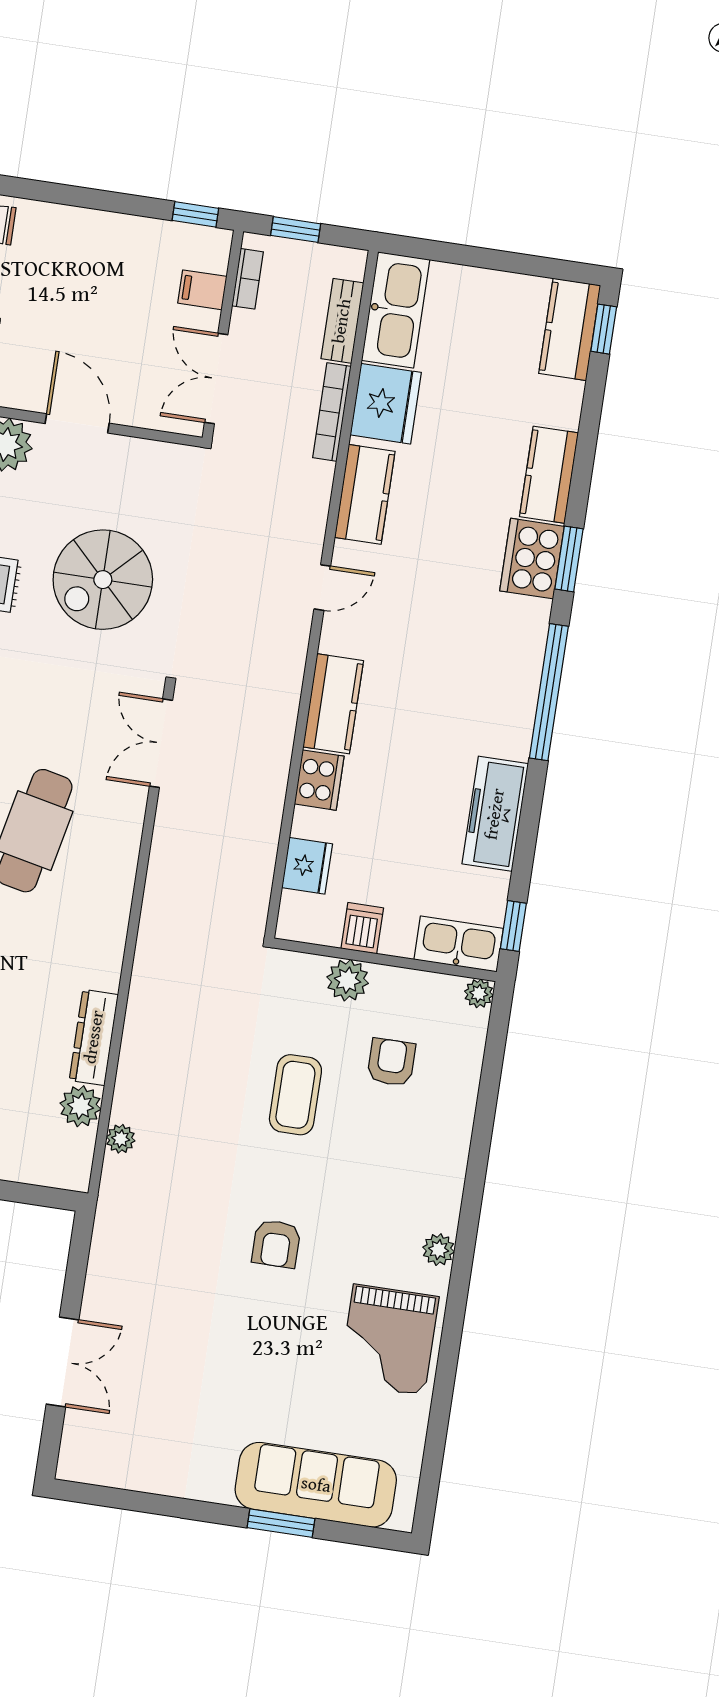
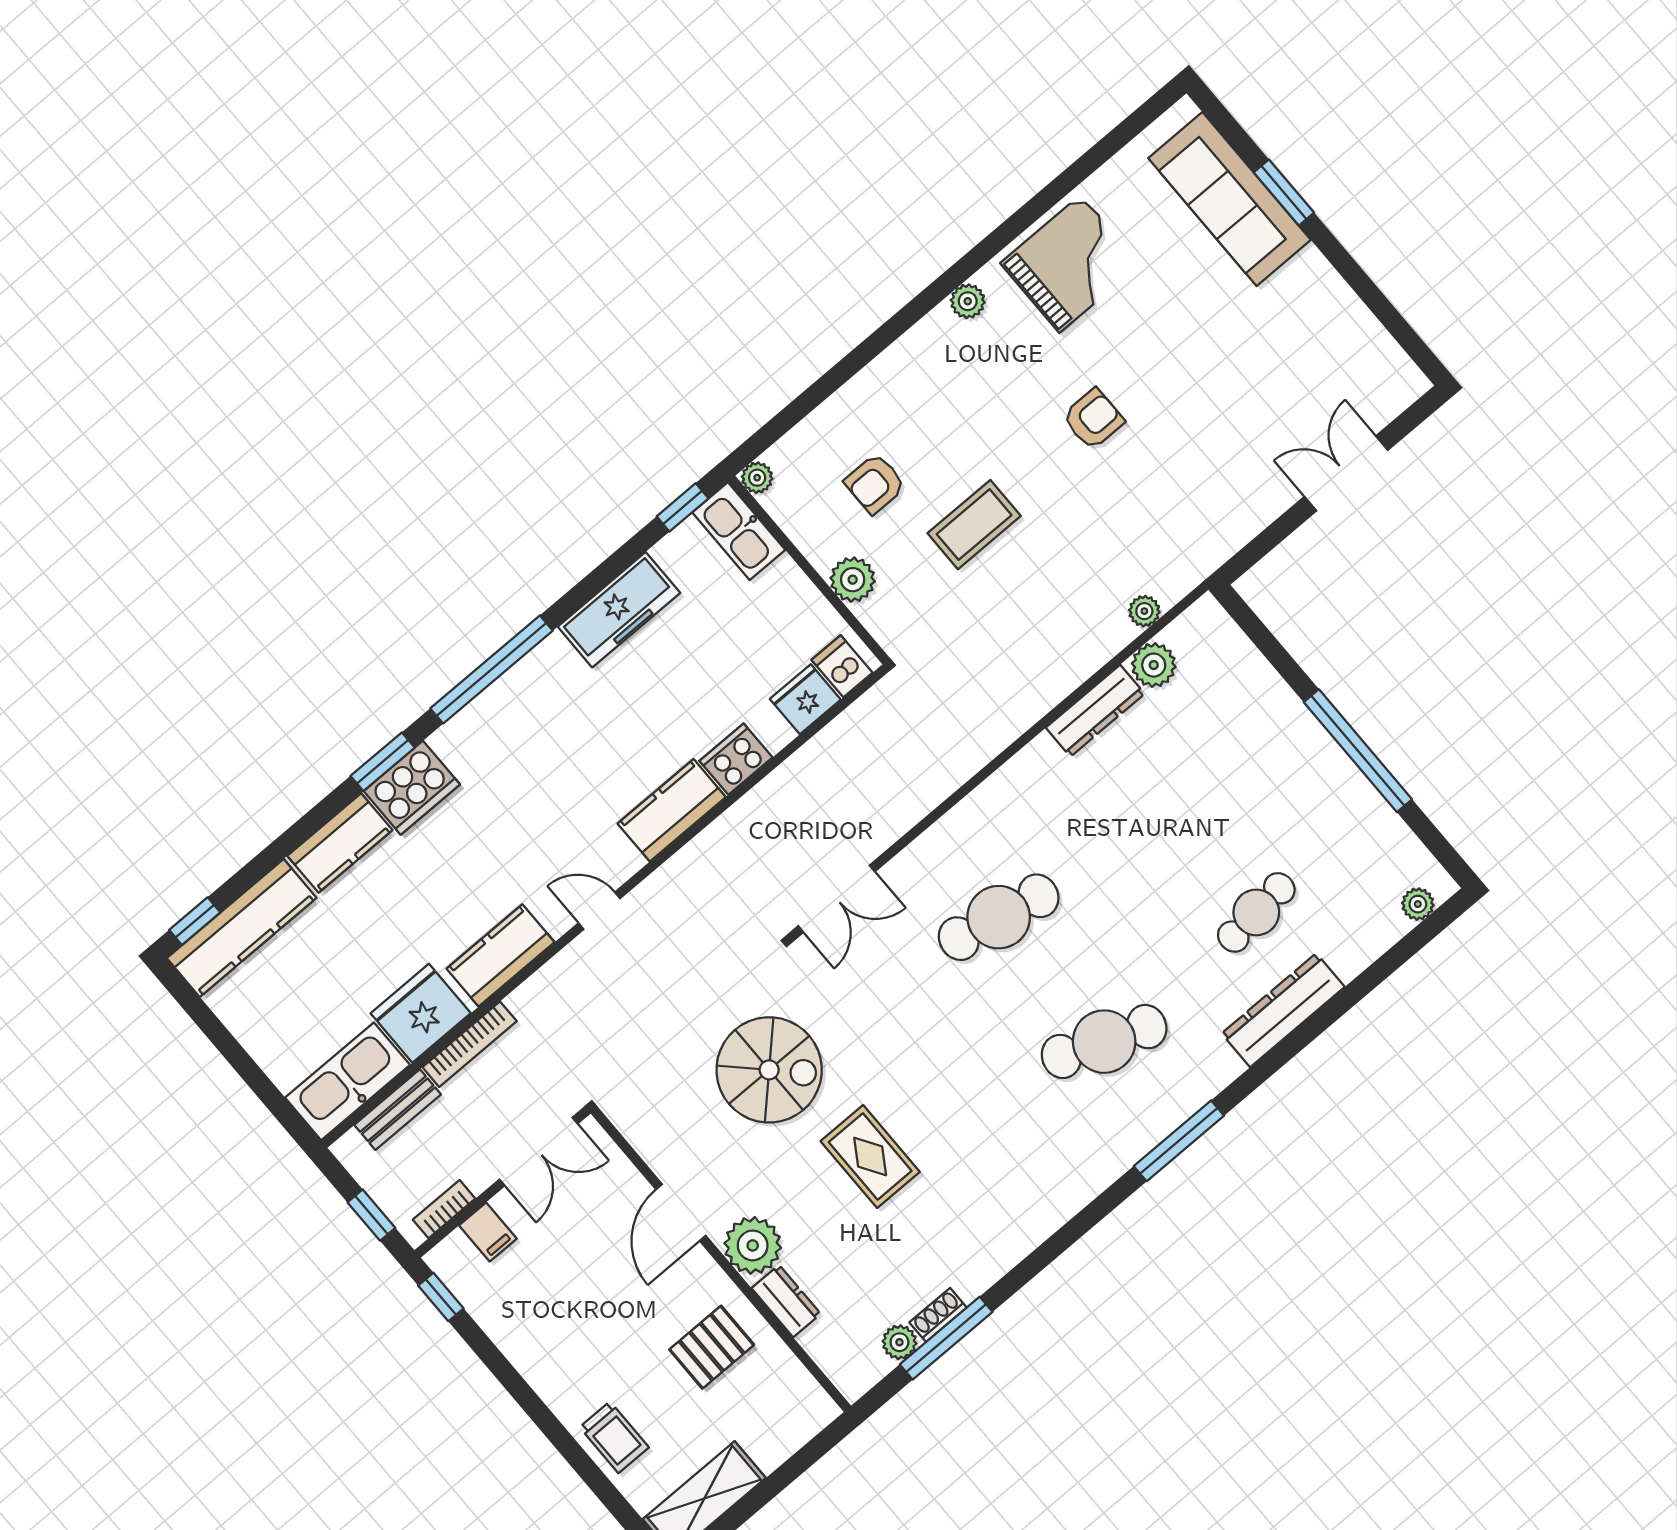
kitchen counter: (570, 329) -> (242, 928), width x1.50
dishwasher: (362, 928) -> (842, 666), moved, turned 90

